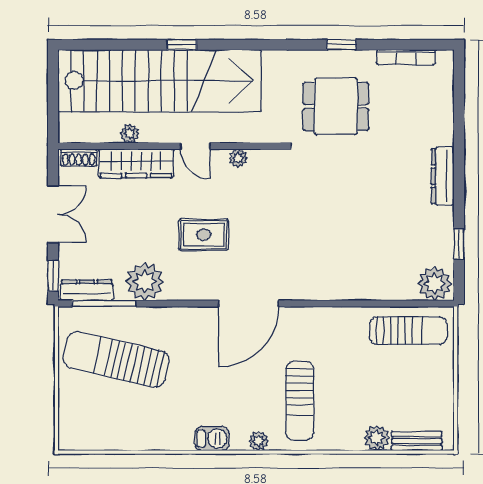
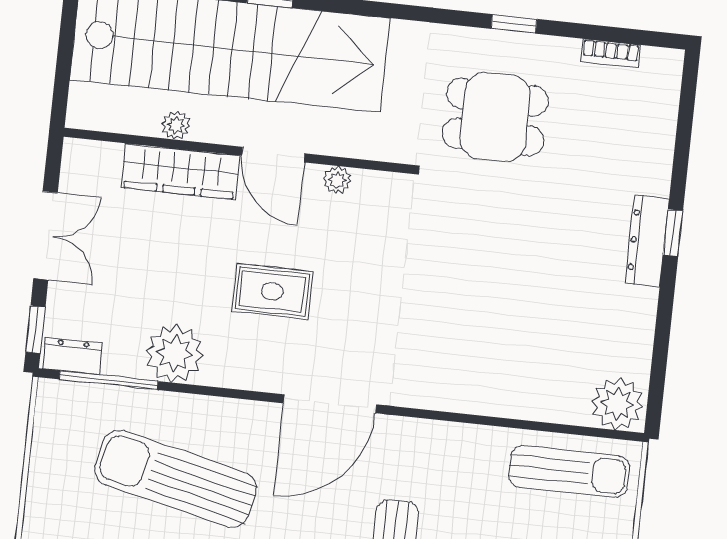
bookcase: (406, 57) -> (611, 53), width x0.64
door: (195, 146) -> (273, 155), width x1.38
shoe rack: (79, 158) -> (94, 153), removed
window: (459, 244) -> (673, 233), moved
dresser: (87, 290) -> (72, 356), width x0.70
sun lounger: (116, 359) -> (176, 479), moved

